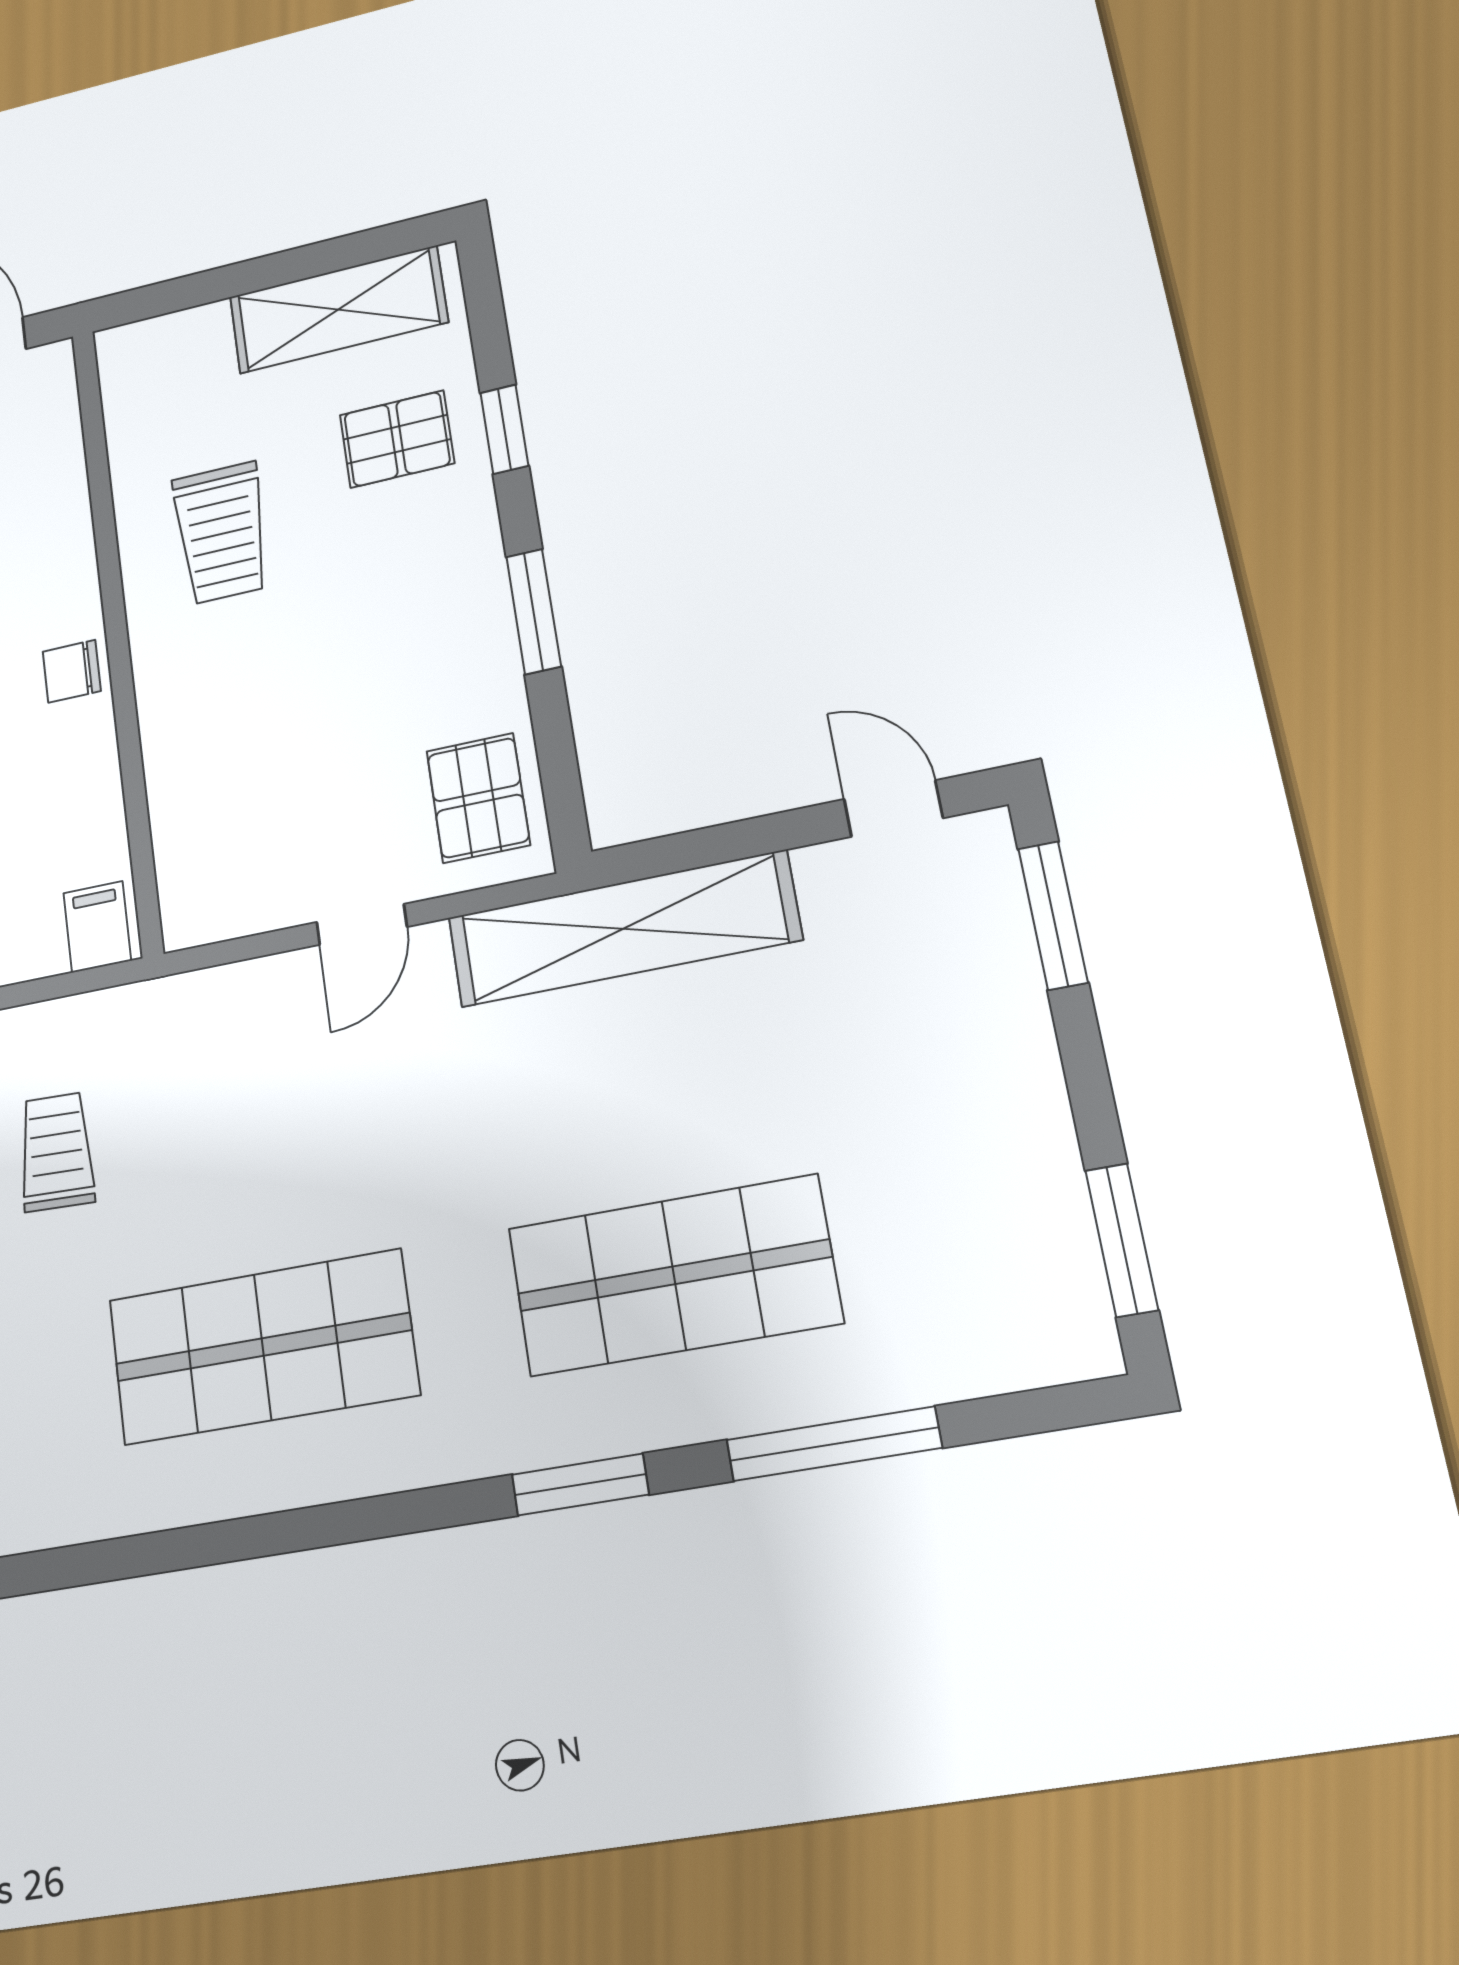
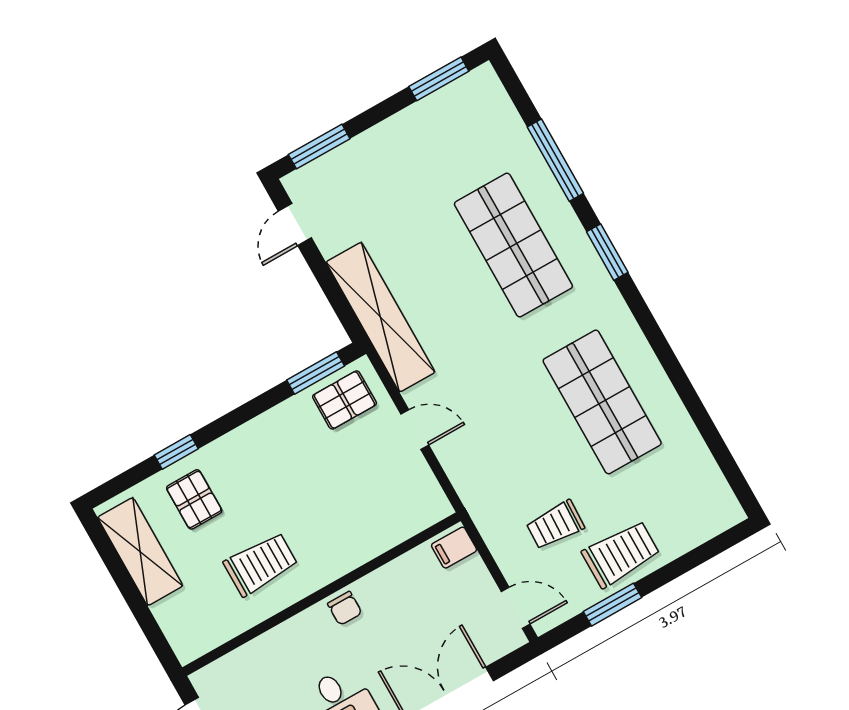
window: (534, 611) -> (316, 373), moved

